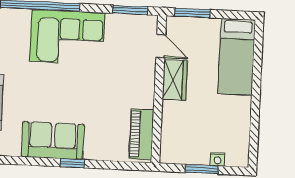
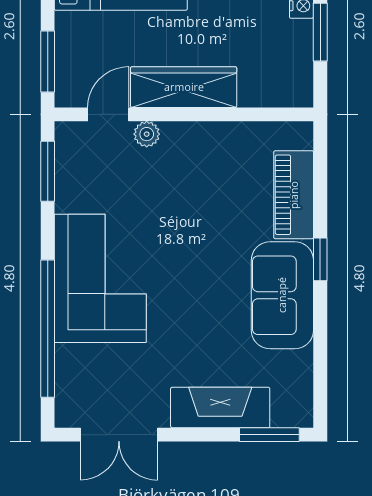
plant: (148, 67) -> (147, 134), added
wardrobe: (175, 80) -> (184, 87), width x1.50
piano: (141, 134) -> (294, 195), moved, turned 90

